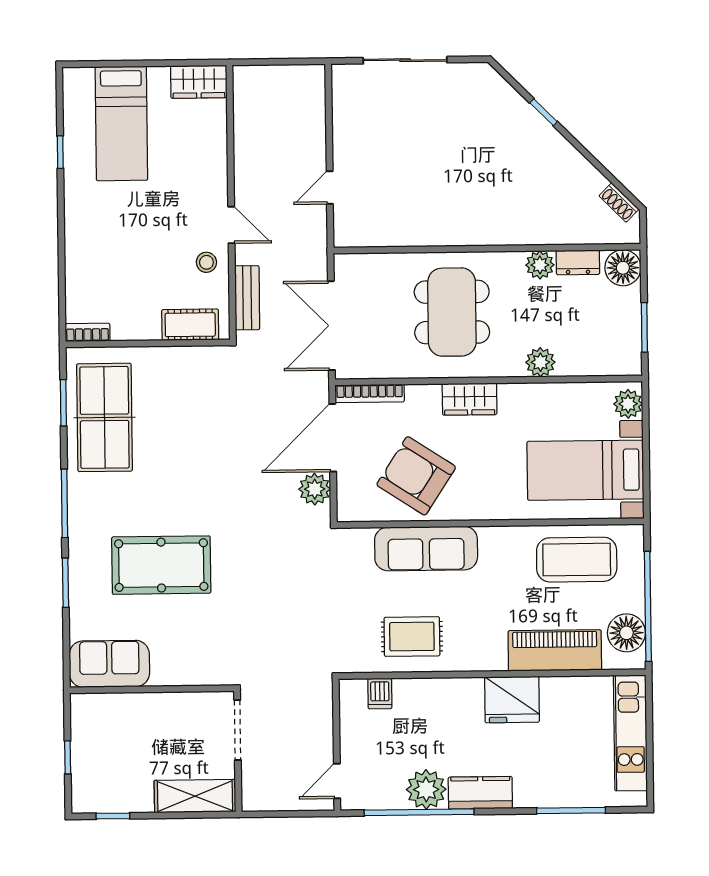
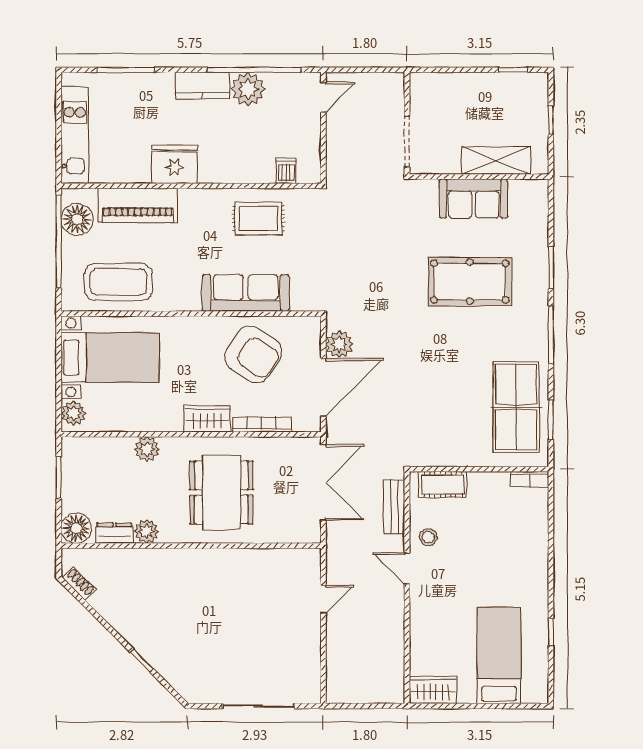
bookcase: (370, 393) -> (261, 425), moved
sofa: (109, 664) -> (474, 199), moved
shelving: (195, 796) -> (496, 161), moved

